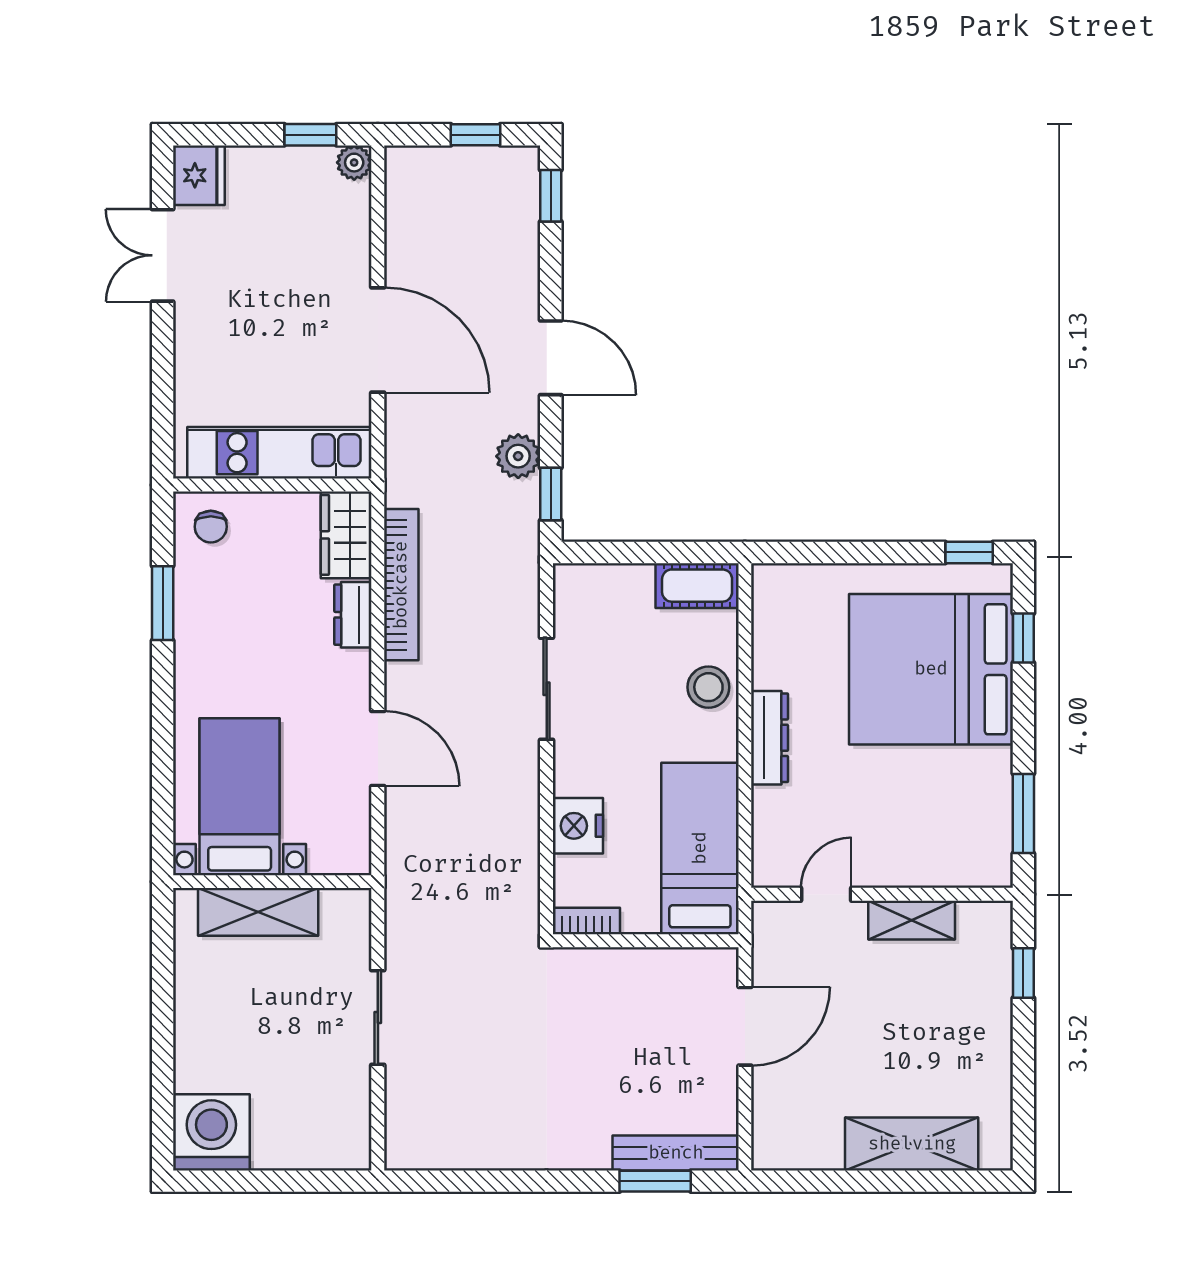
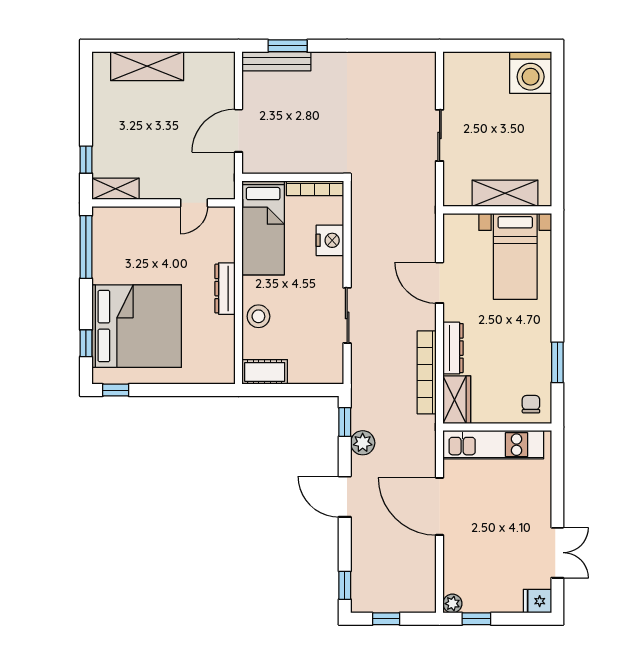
fridge: (199, 175) -> (537, 601), width x0.72
dresser: (353, 615) -> (453, 348), width x1.44
window: (1023, 814) -> (86, 247), width x1.44
shelving: (912, 920) -> (115, 189), moved
bookcase: (586, 921) -> (315, 188), width x1.56

